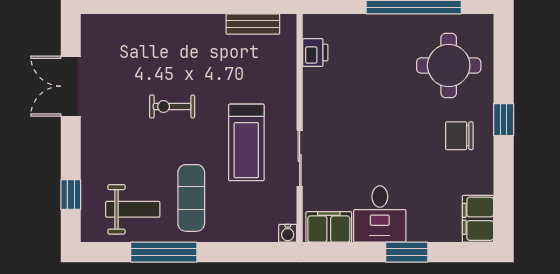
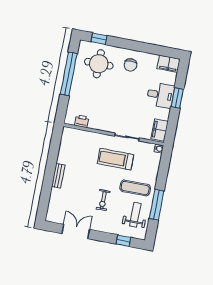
bench: (253, 24) -> (58, 176), moved
double door: (71, 86) -> (76, 231), swing flipped
exercise bike: (172, 107) -> (103, 200), moved
window: (504, 120) -> (99, 39), moved
treadmill: (246, 142) -> (115, 159), turned 180
desk: (380, 214) -> (160, 95), moved

